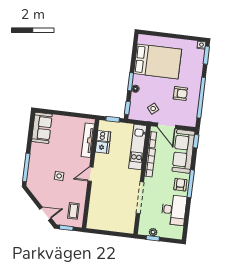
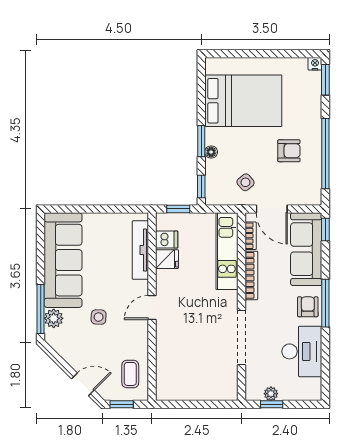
sofa: (42, 128) -> (63, 260), width x1.85, depth x1.27
plant: (33, 174) -> (54, 318), added

